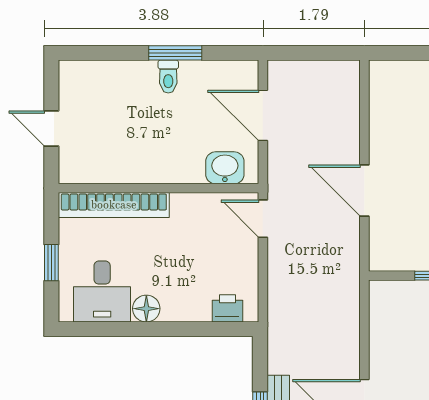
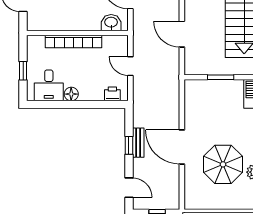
bookcase: (114, 205) -> (74, 41), moved
door: (263, 219) -> (130, 66), moved

